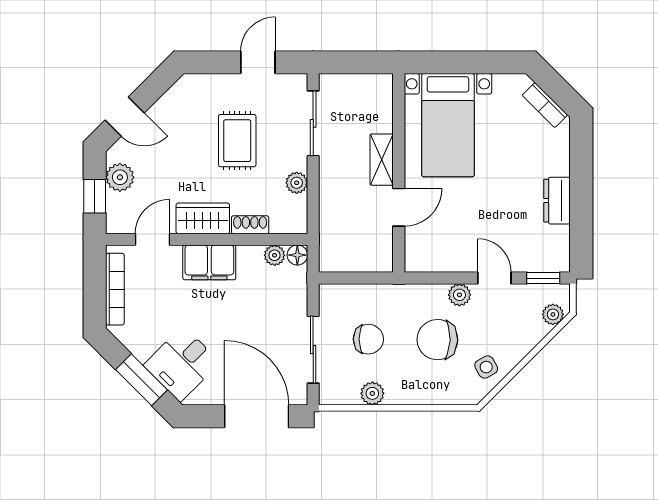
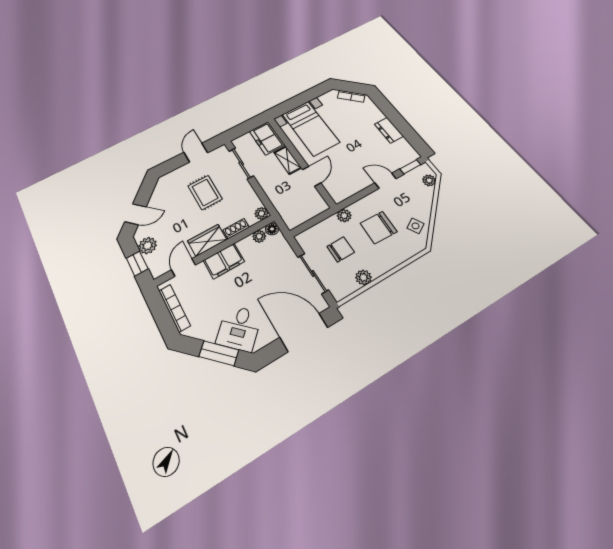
freezer: (374, 103) -> (267, 138), added
plant: (297, 183) -> (262, 213), moved
plant: (459, 295) -> (344, 216), moved

